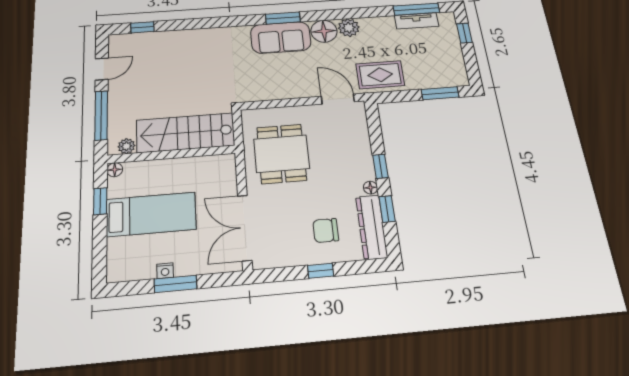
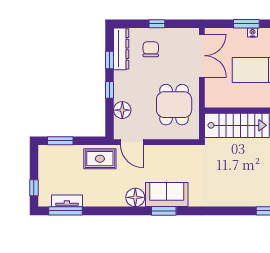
plant: (349, 28) -> (117, 199), removed
floor lamp: (370, 188) -> (122, 110), moved, width x1.89, depth x1.89
chair: (326, 230) -> (151, 49), turned -90

